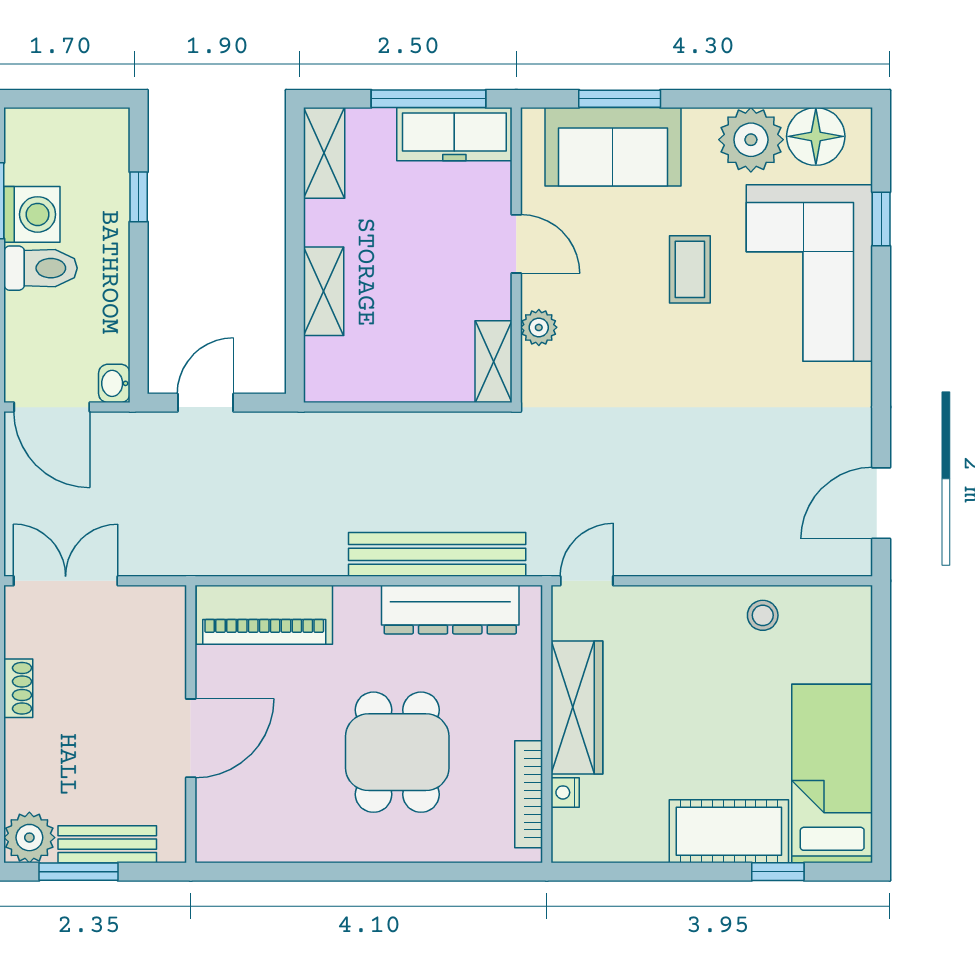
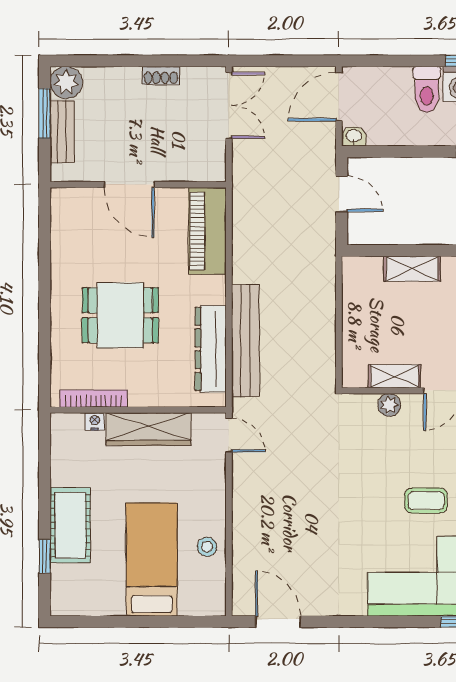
shelving: (494, 362) -> (395, 376), moved
bed: (832, 774) -> (152, 560), moved, turned -90

